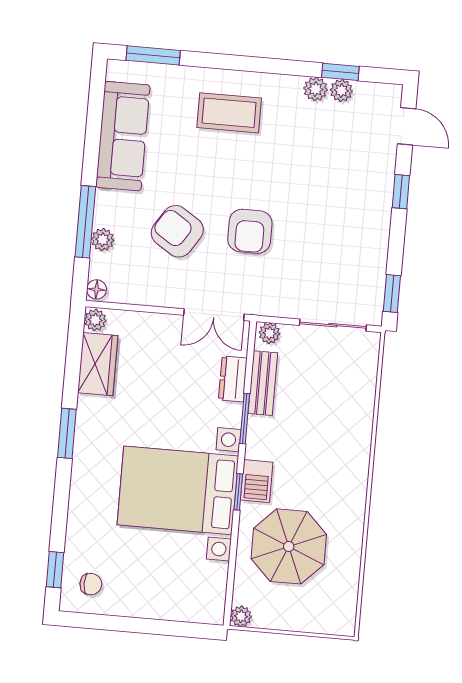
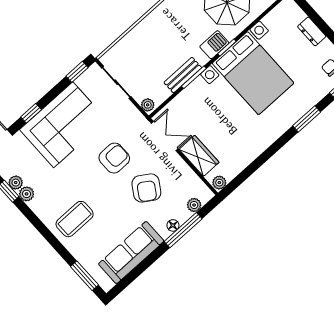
coffee table: (229, 113) -> (75, 219), turned 90
corner sofa: (349, 214) -> (63, 125), added
plant: (103, 240) -> (194, 205), moved
floor lamp: (97, 289) -> (173, 225), moved
wardrobe: (98, 364) -> (199, 156), moved, turned 90
dresser: (233, 379) -> (312, 31), moved, turned 90
bench: (263, 383) -> (183, 75), moved
window: (67, 433) -> (307, 119), moved

